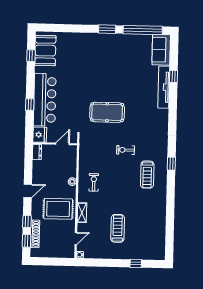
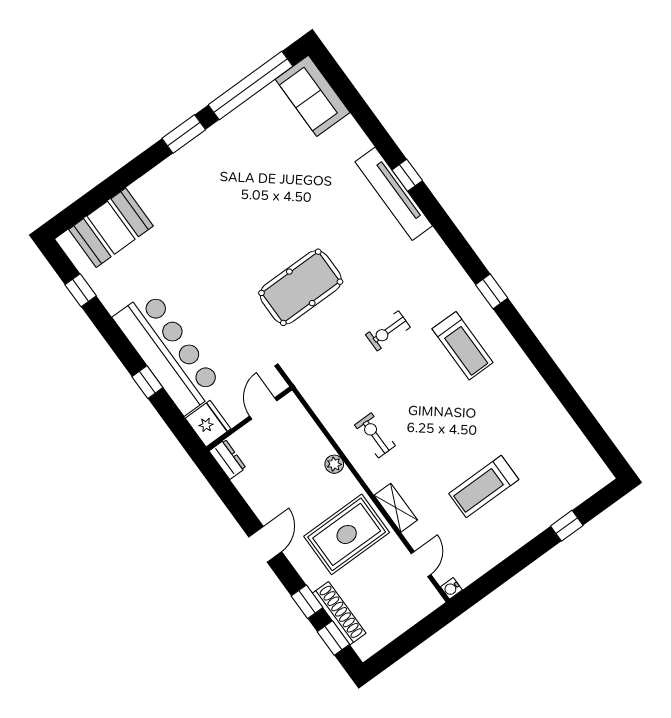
booth: (45, 51) -> (111, 228), moved, turned 90
window: (173, 77) -> (407, 175), moved
tv unit: (164, 87) -> (394, 194), moved
treadmill: (118, 228) -> (484, 487), turned -90

